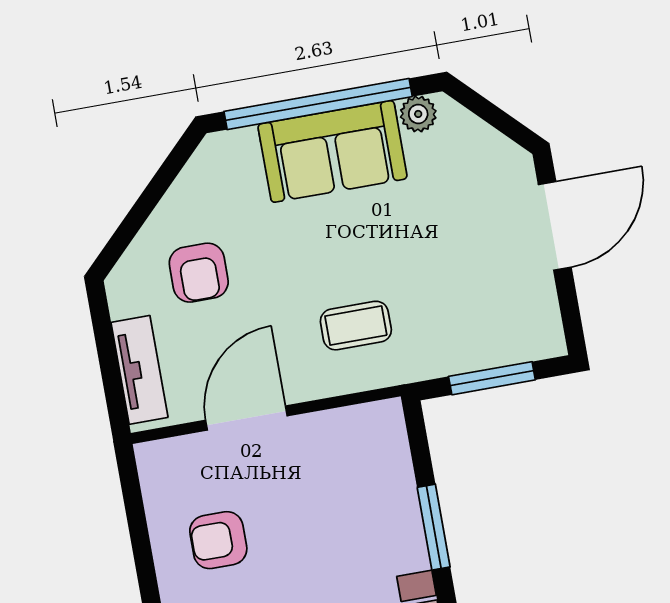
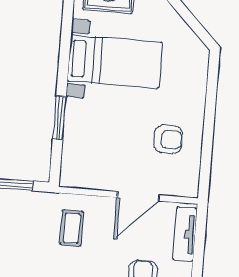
coffee table: (356, 326) -> (72, 228), turned 90

